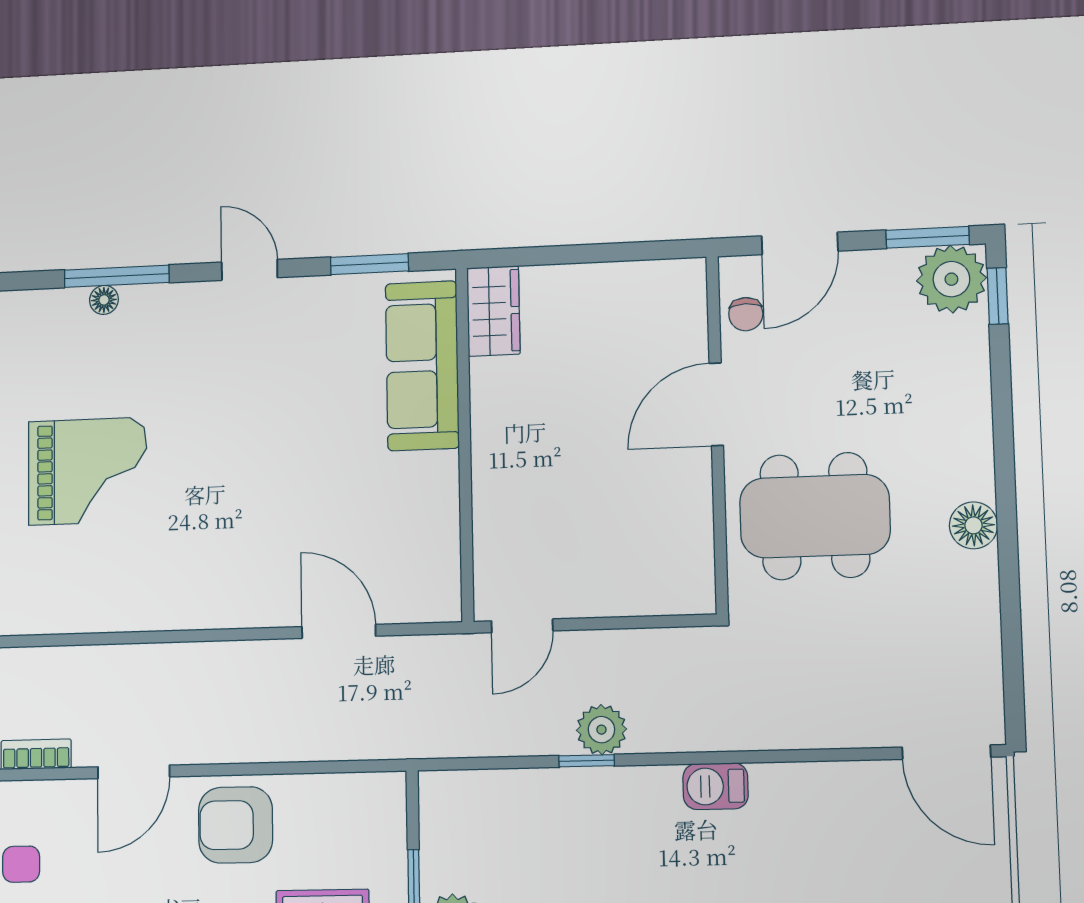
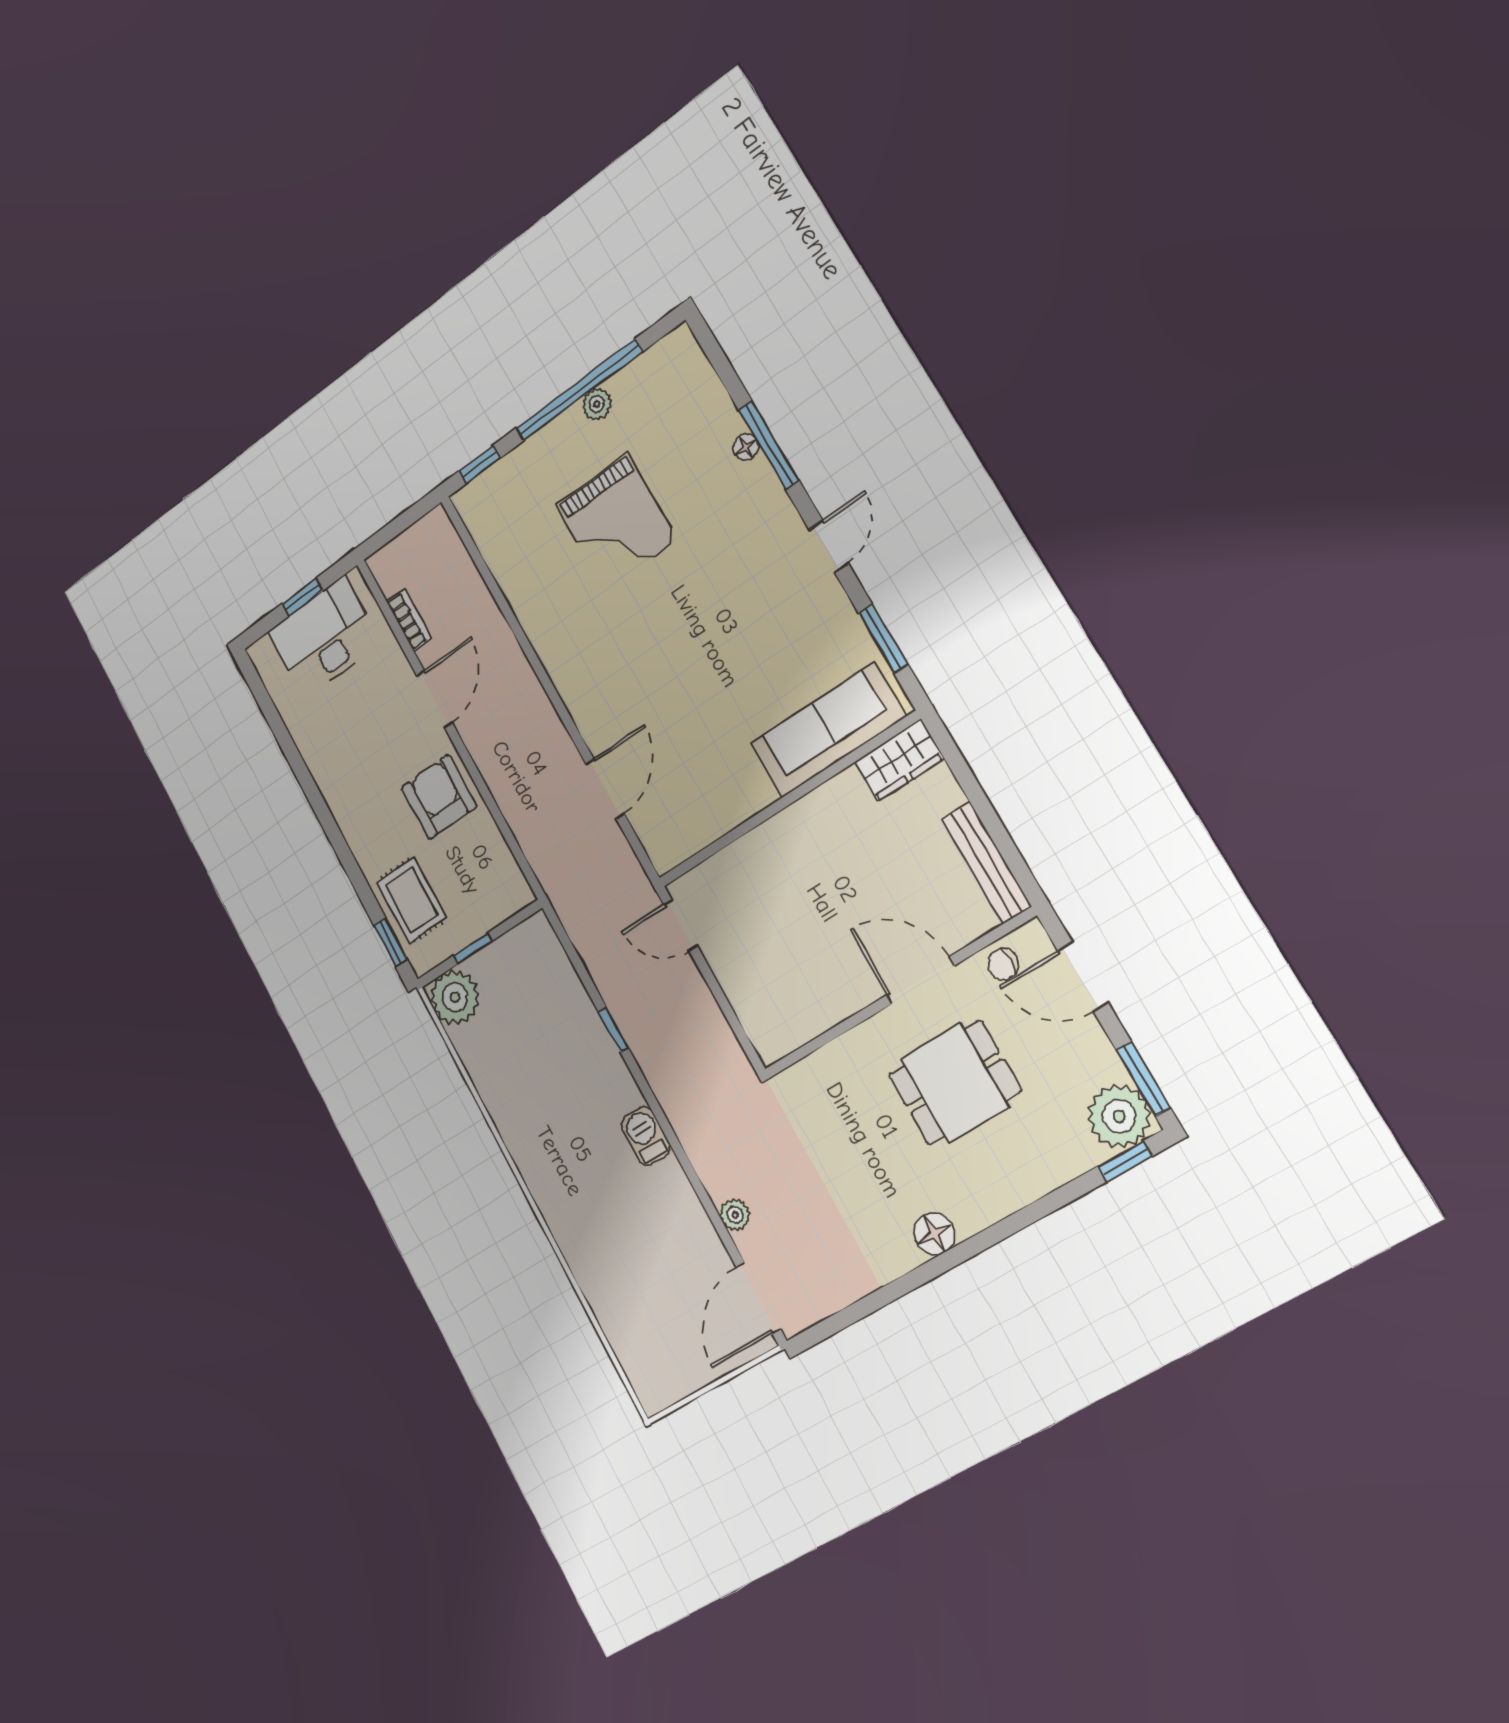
bench: (640, 278) -> (986, 863), added
dining table: (815, 516) -> (955, 1083), moved, width x0.73
plant: (601, 730) -> (735, 1215), moved, width x0.73, depth x0.73
door: (134, 772) -> (434, 699), swing flipped

